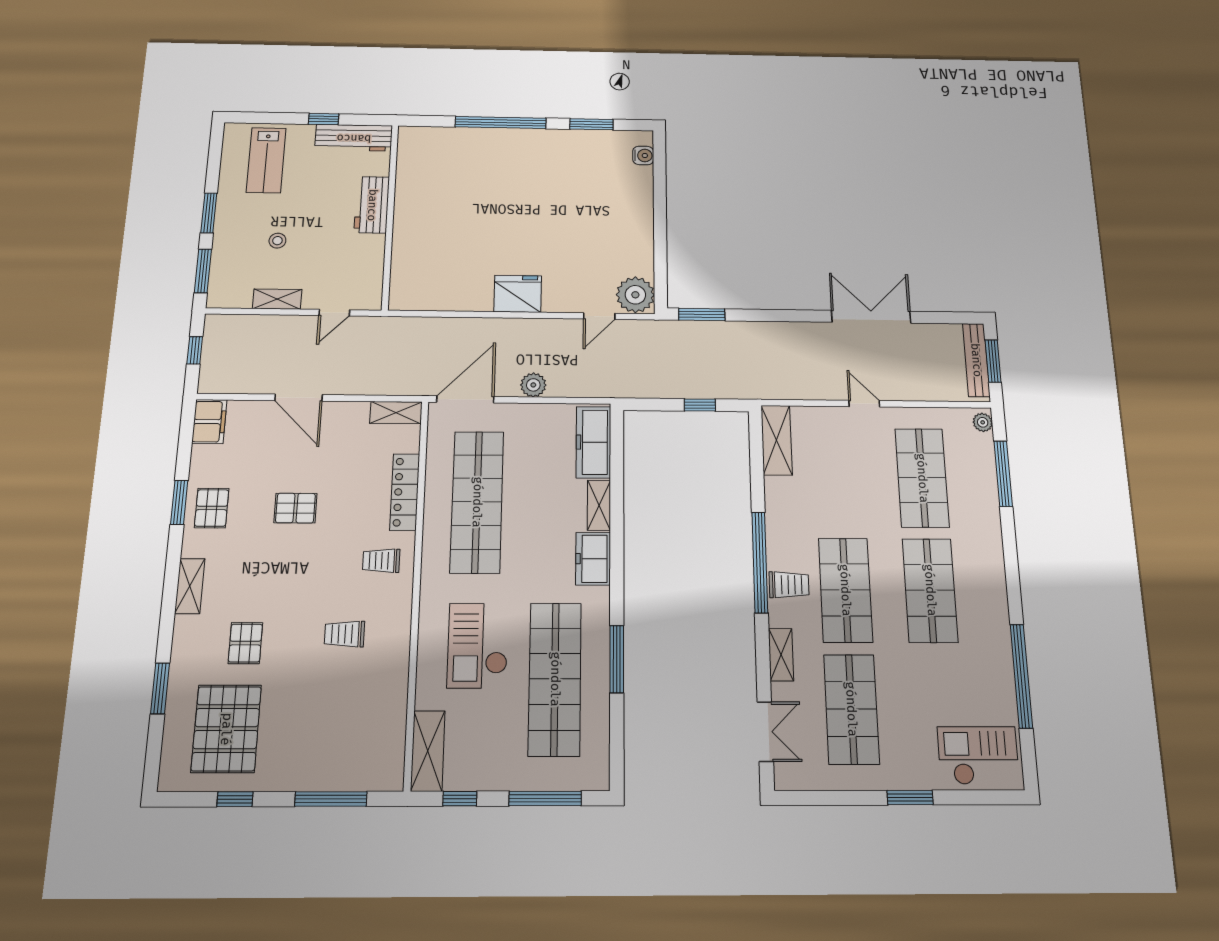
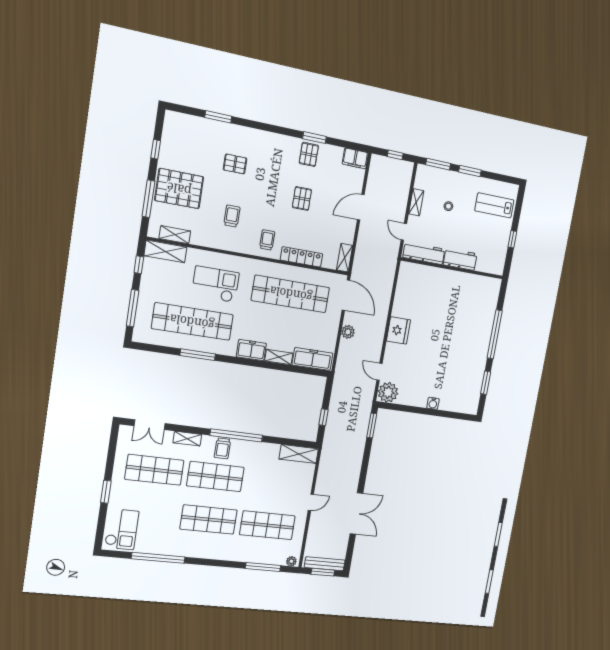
workbench: (354, 138) -> (424, 253), moved, turned 90
water cooler: (643, 155) -> (433, 403), moved
pallet: (212, 508) -> (309, 154), turned 90
shelving: (190, 586) -> (175, 235), moved
pallet: (226, 729) -> (179, 189), moved

